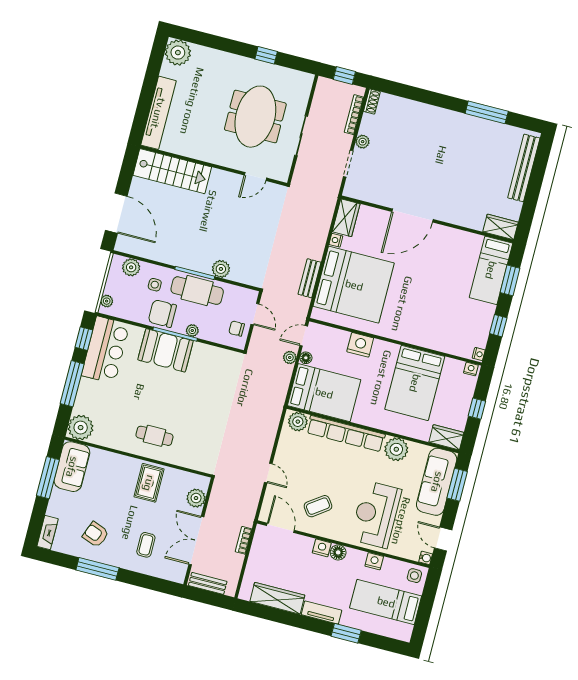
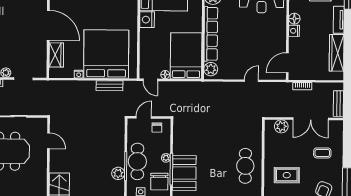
wardrobe: (346, 218) -> (56, 55), moved, turned 90
plant: (221, 269) -> (118, 173), moved
nightstand: (360, 345) -> (147, 20), moved
plant: (290, 357) -> (168, 86), removed
cafe table: (154, 436) -> (245, 166), width x1.37, depth x1.35
rug: (149, 483) -> (287, 175), moved
coffee table: (318, 506) -> (266, 41), removed

